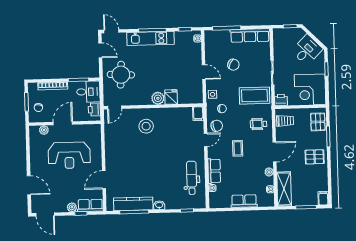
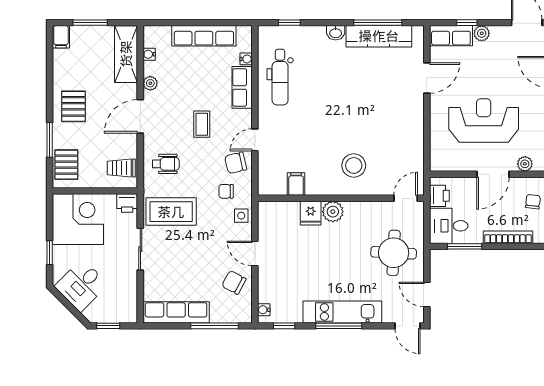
chair: (233, 65) -> (234, 282), moved
filing cabinet: (198, 114) -> (296, 184), moved
pallet: (315, 157) -> (74, 106), turned 90
row of seats: (244, 201) -> (204, 36), width x1.48

